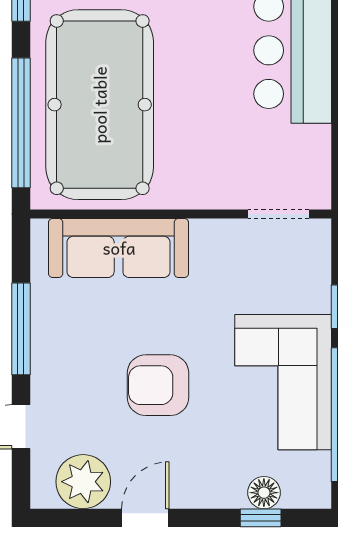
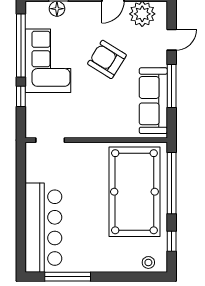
sofa: (119, 248) -> (153, 101), moved, turned -90
armchair: (158, 385) -> (107, 59), turned -148

